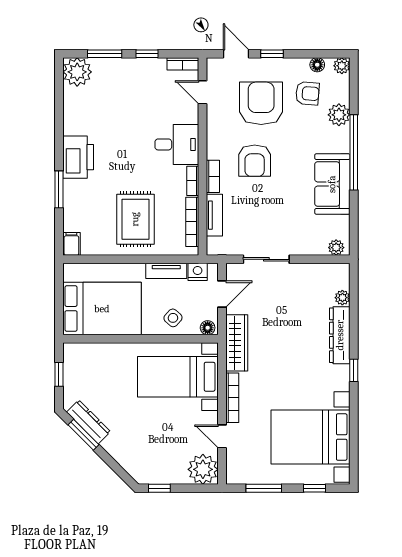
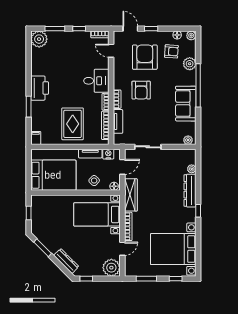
dresser: (88, 422) -> (66, 261), moved
door: (222, 436) -> (122, 249), swing flipped

